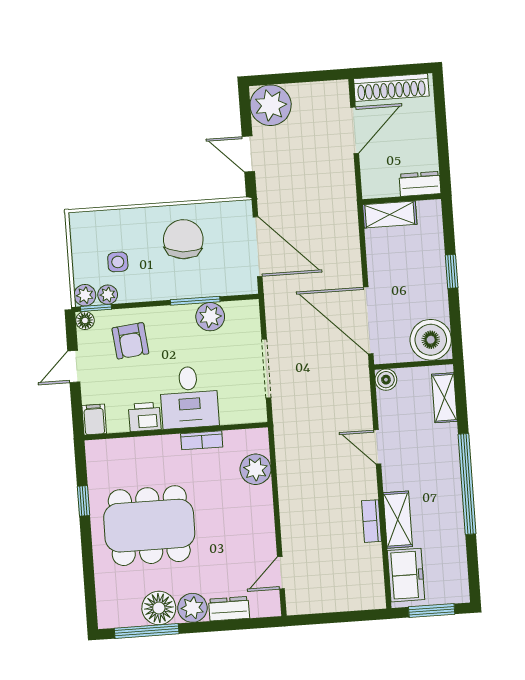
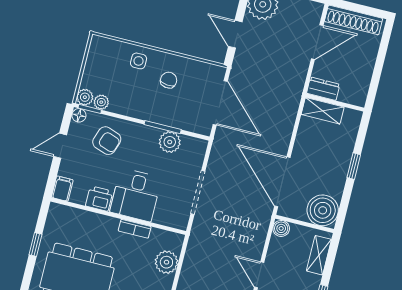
dresser: (420, 184) -> (323, 89), moved
chair: (183, 239) -> (169, 80), width x0.54, depth x0.54
side table: (118, 262) -> (139, 61), moved
armchair: (130, 341) -> (107, 141), turned -65

